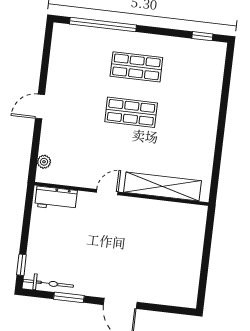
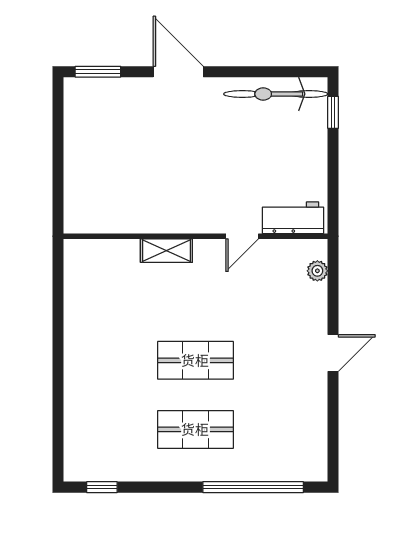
shelving: (162, 187) -> (166, 251), width x0.45, depth x0.75
door: (107, 192) -> (242, 236), moved
bicycle: (48, 283) -> (276, 94), width x1.37, depth x1.40
window: (69, 297) -> (98, 72), moved

